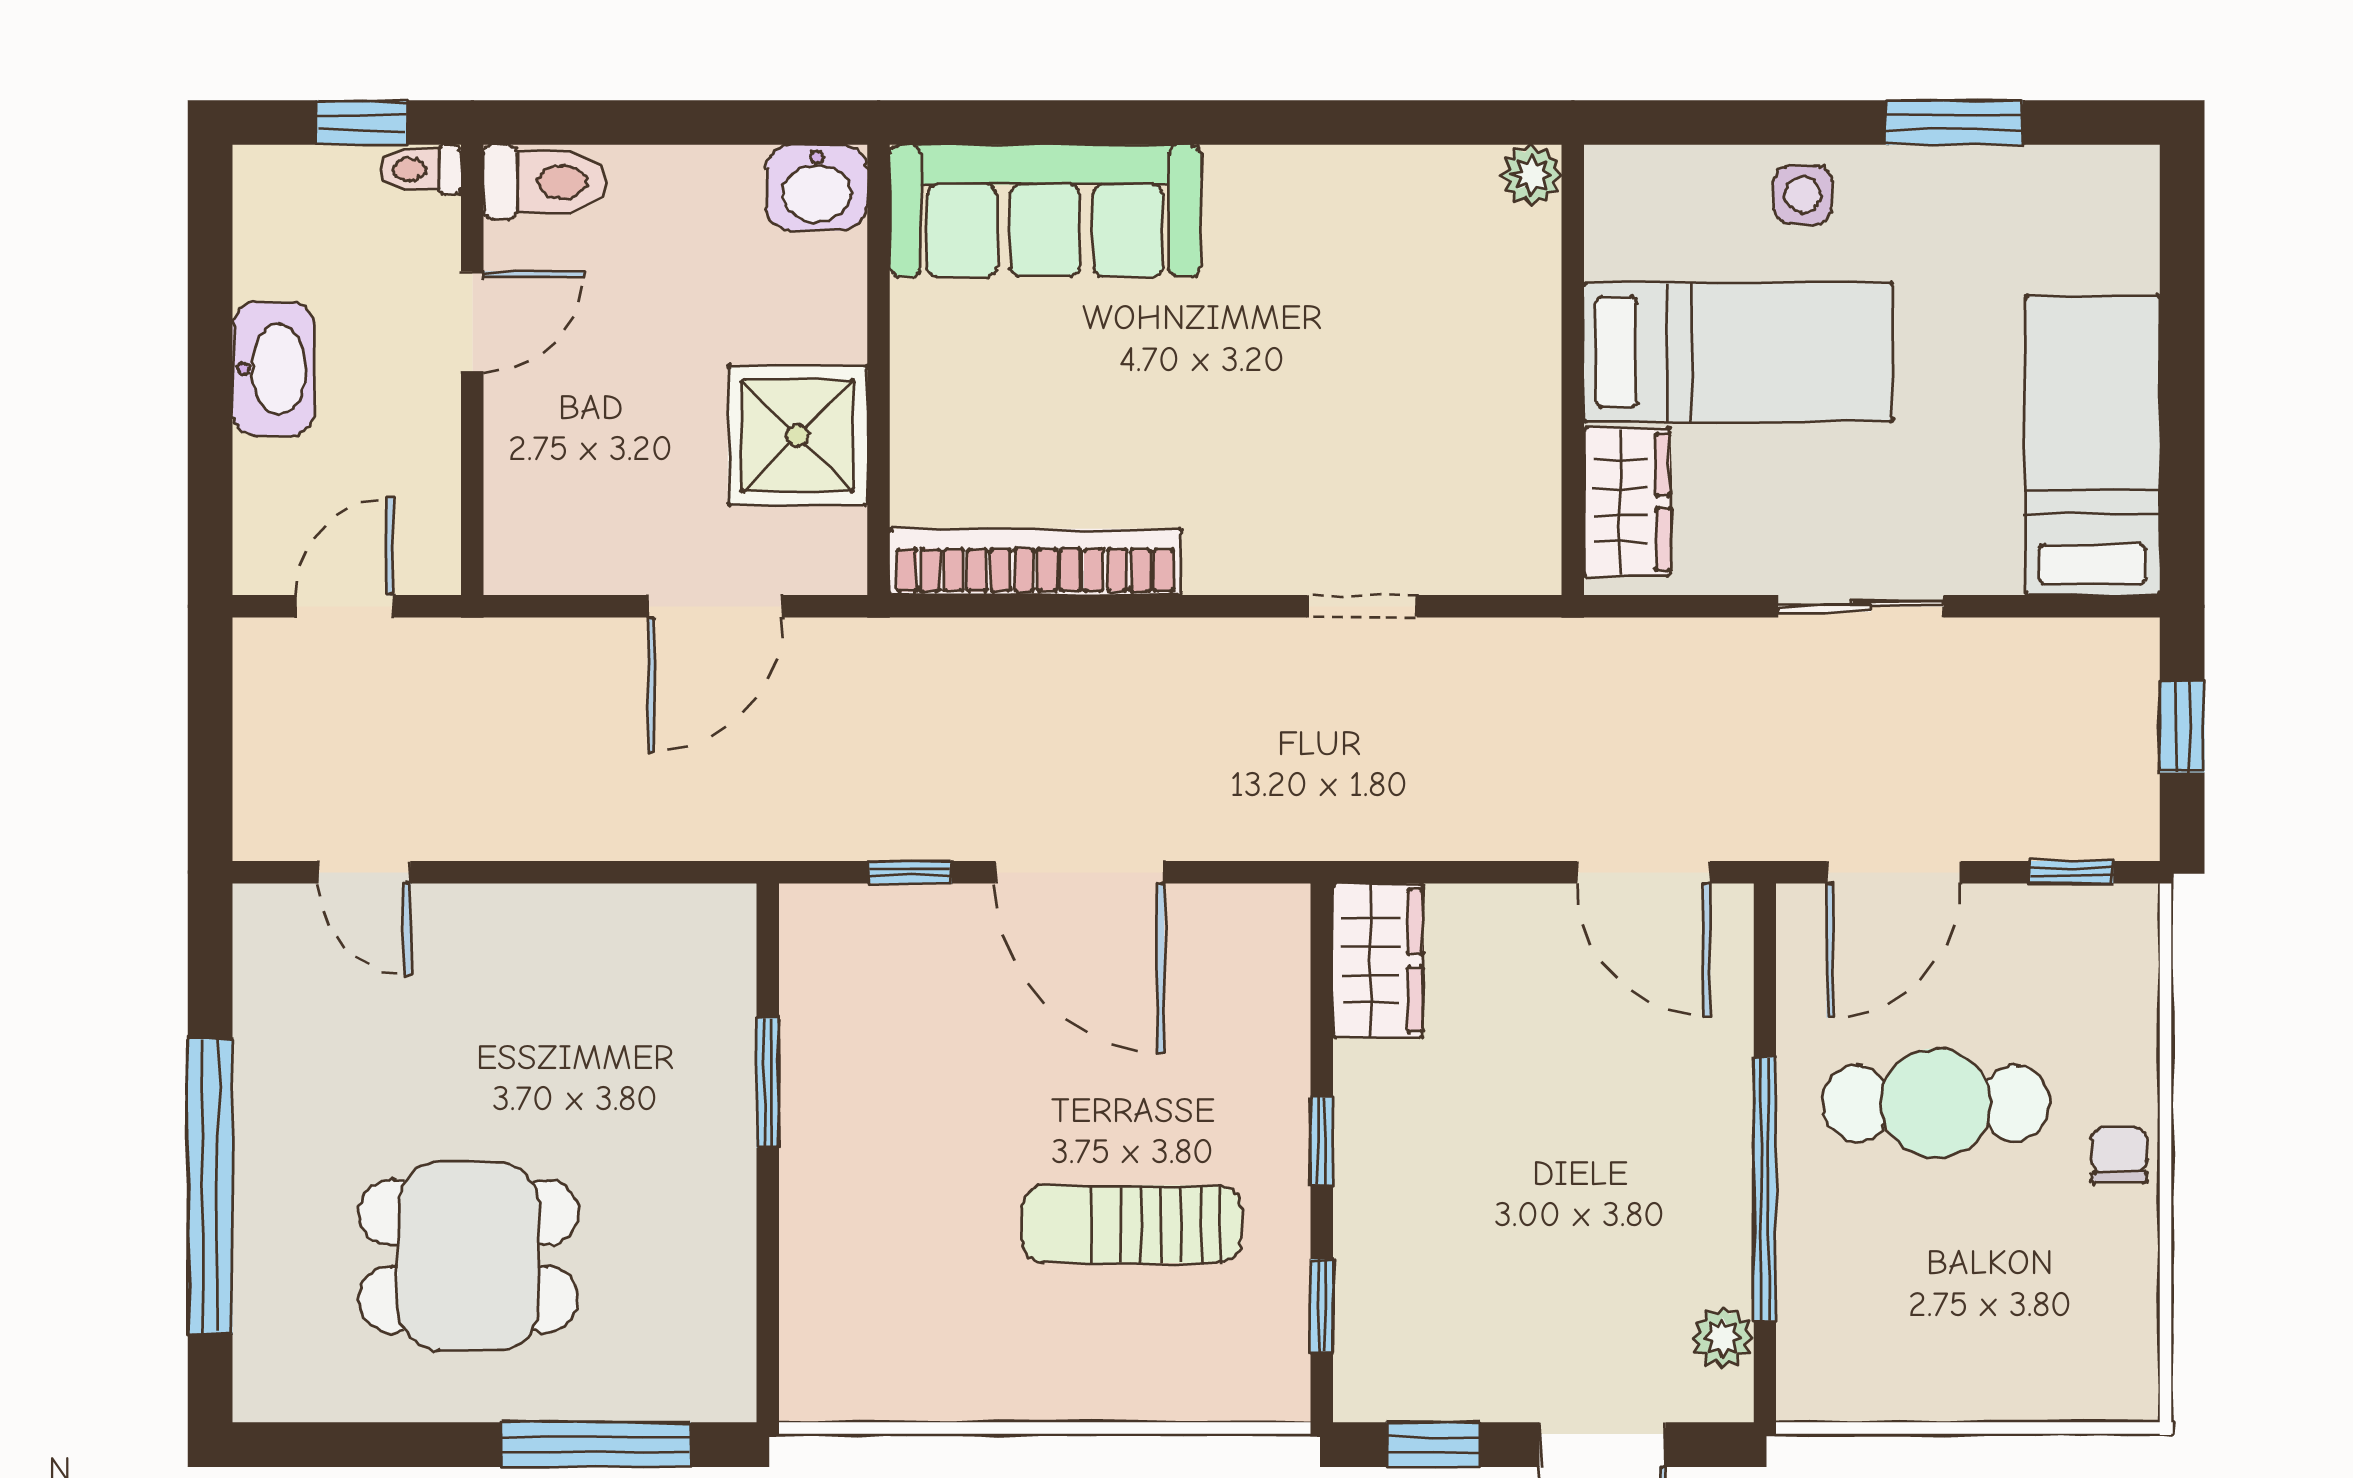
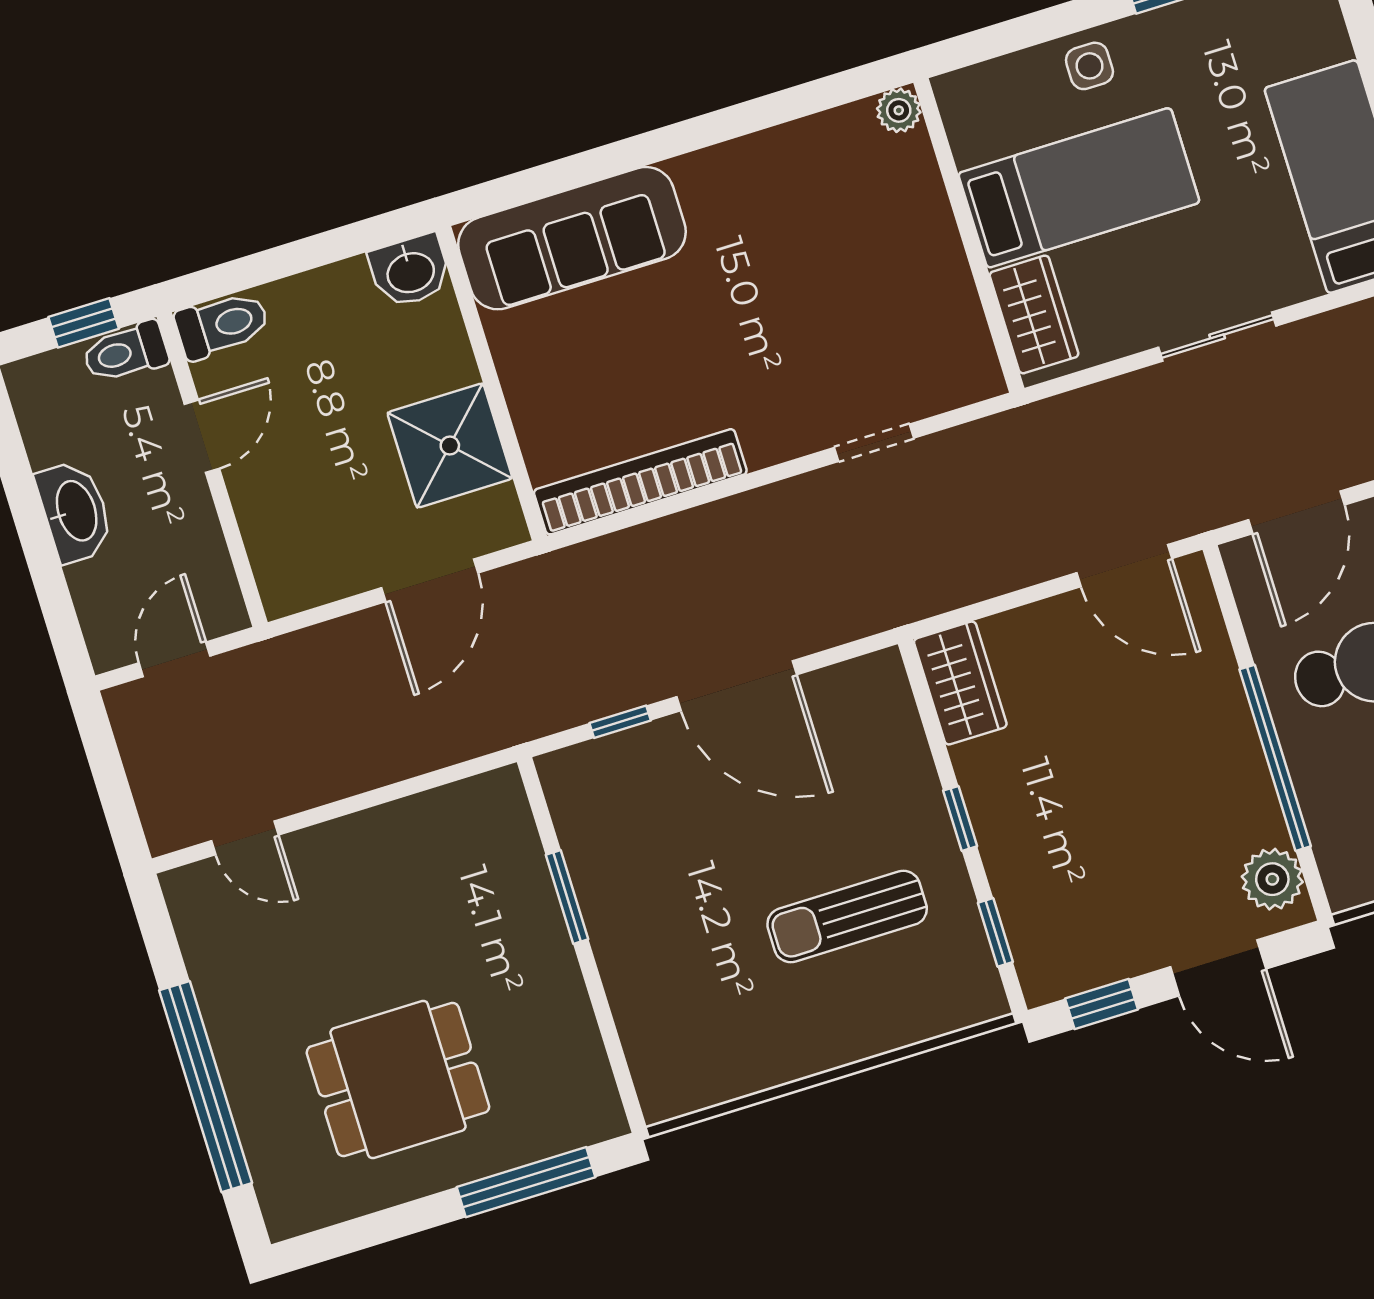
toilet: (421, 169) -> (125, 352), width x1.37, depth x1.39
plant: (1723, 1338) -> (1272, 879), width x1.38, depth x1.38

